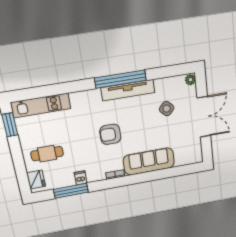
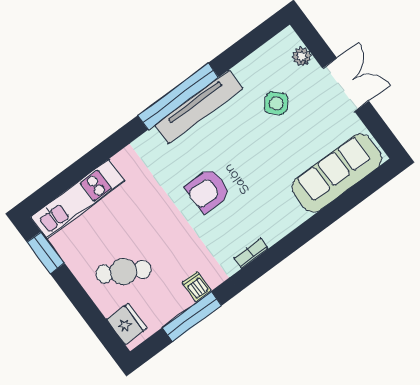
plant: (190, 80) -> (302, 56), moved
double door: (204, 117) -> (346, 85), width x0.73
cafe table: (47, 154) -> (123, 272), turned 30
sofa: (149, 161) -> (337, 173), moved

